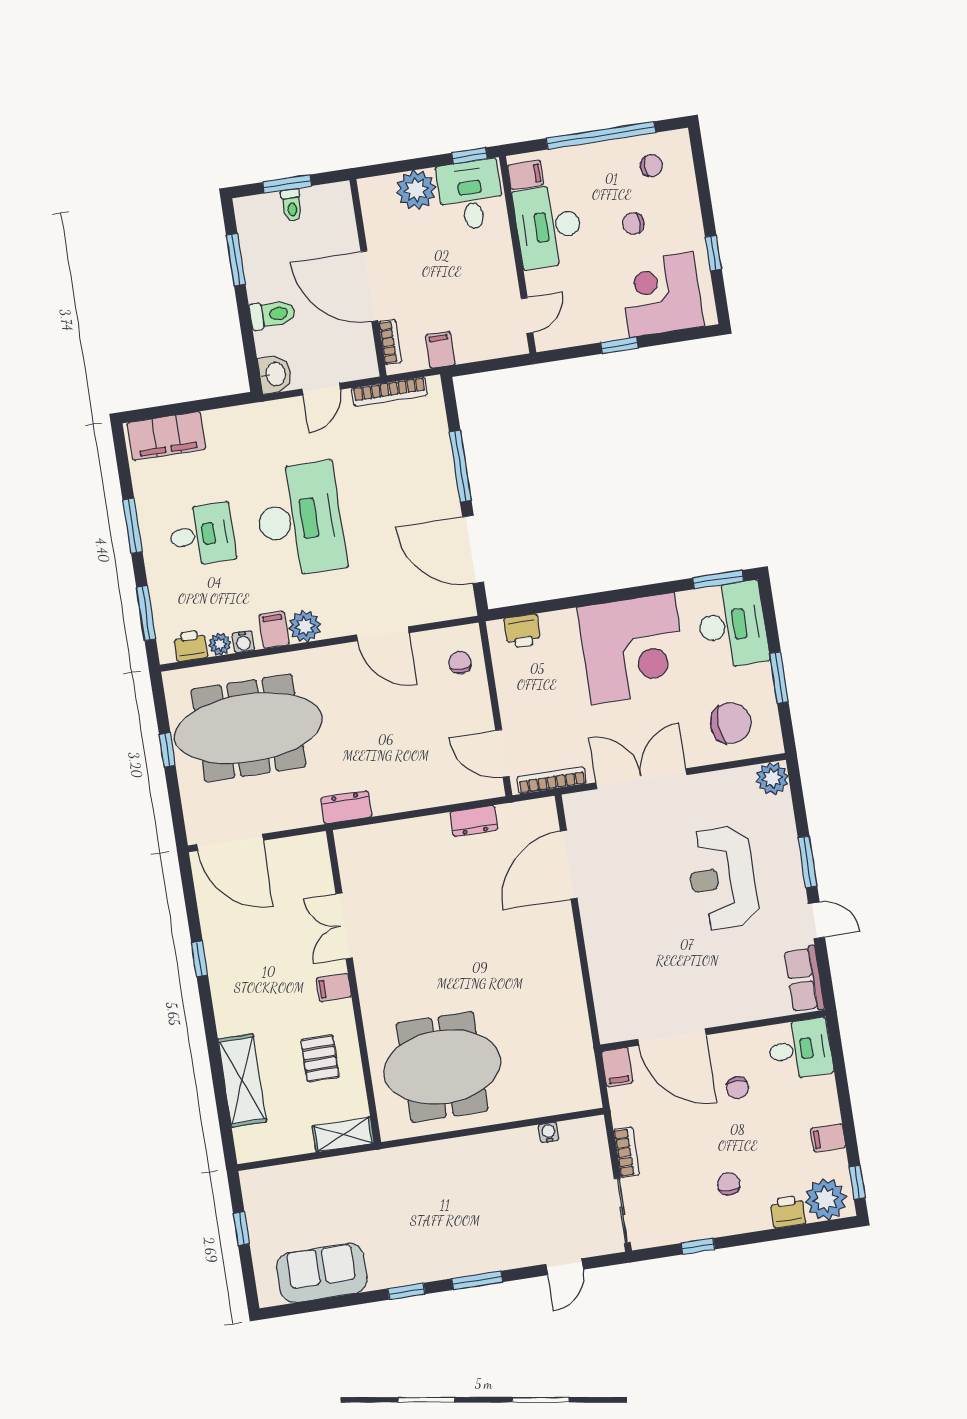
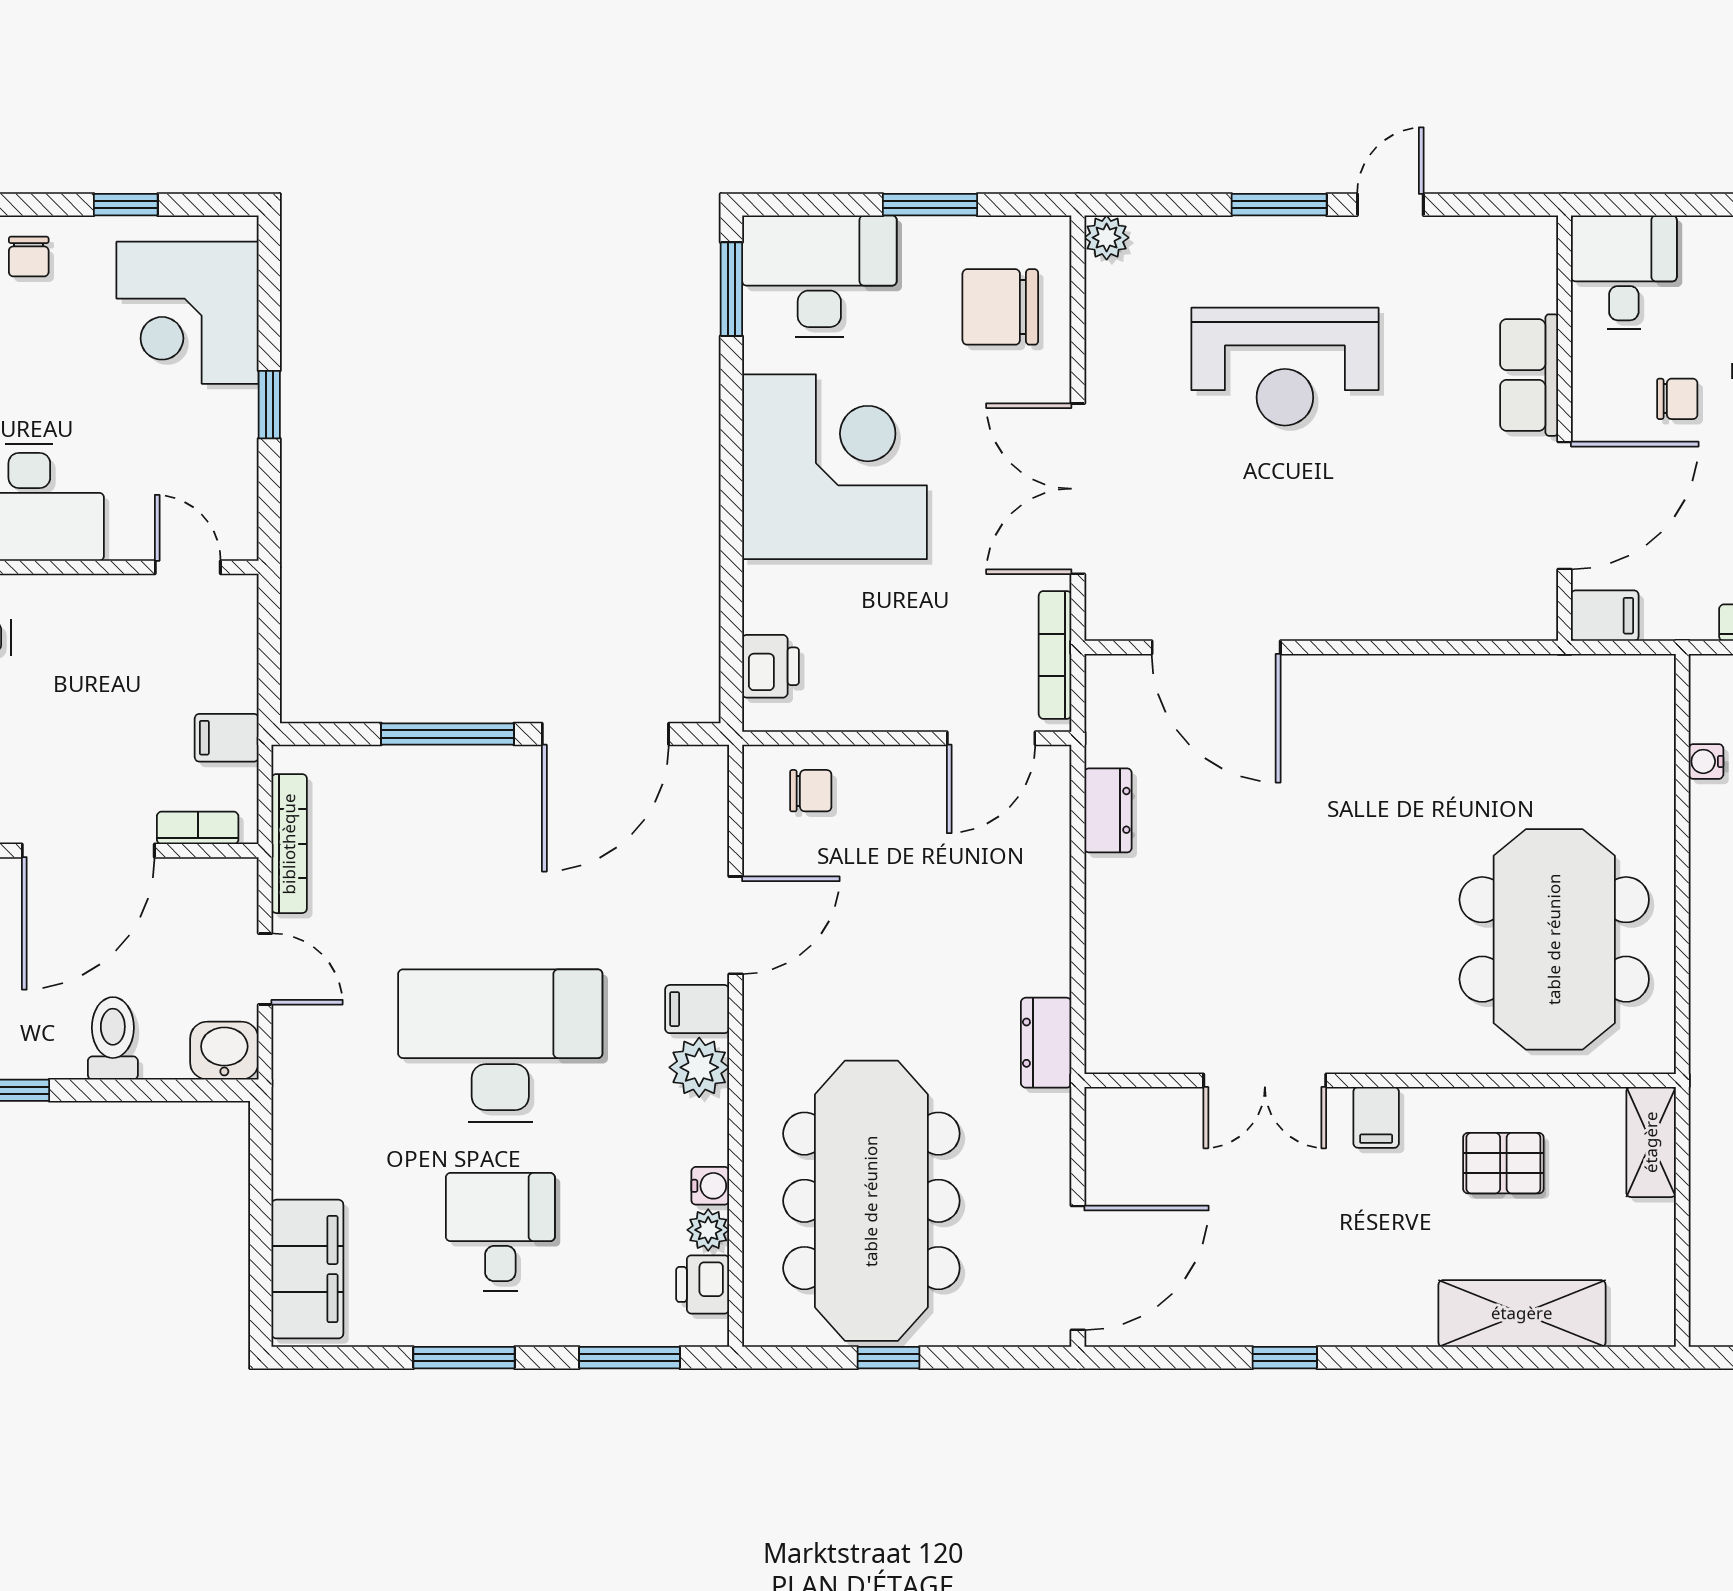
chair: (633, 224) -> (29, 257), moved
filing cabinet: (274, 630) -> (697, 1009), moved
chair: (460, 662) -> (811, 791), turned 180
chair: (731, 723) -> (1000, 307), turned -87
plant: (772, 778) -> (1107, 238), width x0.73, depth x0.73
row of seats: (804, 979) -> (1529, 375), moved, turned 90

